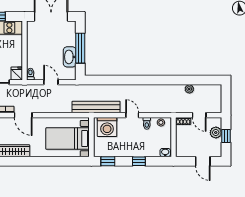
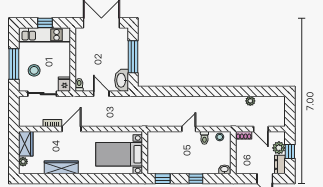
washbasin: (70, 57) -> (122, 80), moved
bench: (96, 107) -> (150, 120), removed
door: (23, 115) -> (71, 129), swing flipped
door: (132, 115) -> (189, 129), hinge flipped
washing machine: (107, 127) -> (162, 142), removed
dresser: (217, 148) -> (280, 164), added

